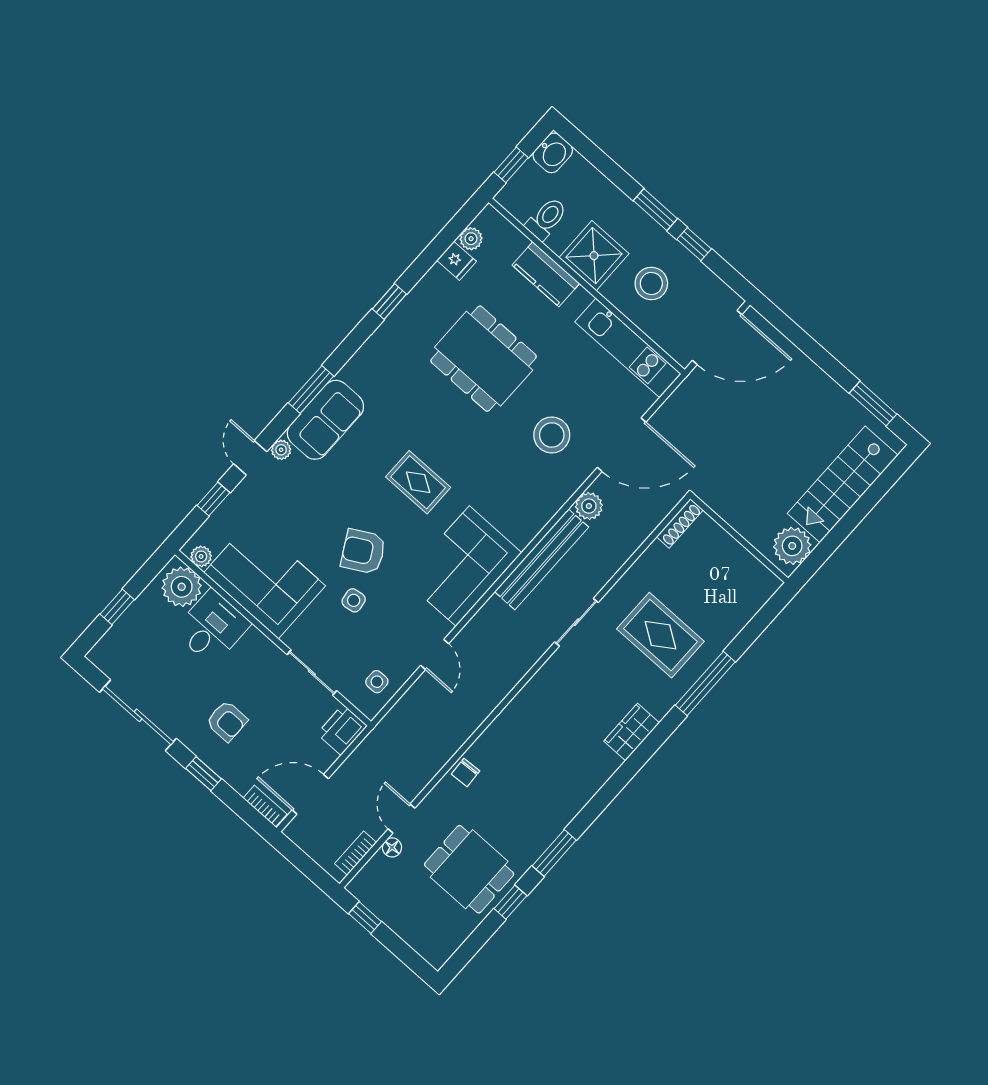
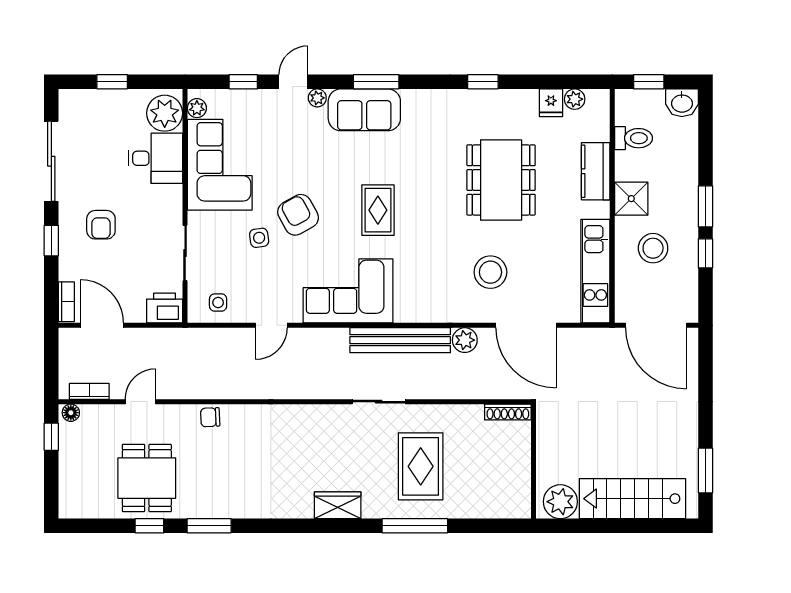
shower: (594, 256) -> (631, 199), width x0.73, depth x0.73
floor lamp: (392, 847) -> (71, 413), moved

